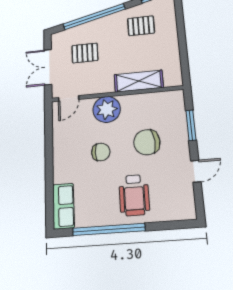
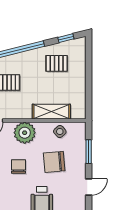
side table: (151, 104) -> (60, 132), added
chair: (101, 152) -> (18, 167), turned -90

